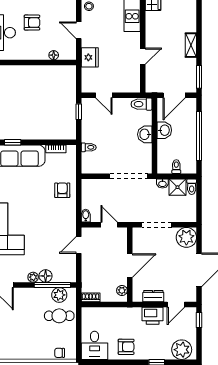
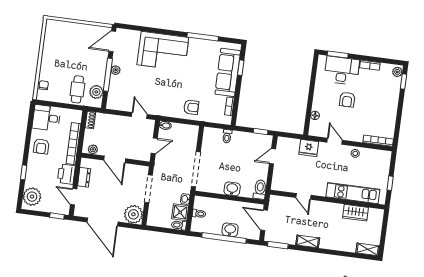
door: (79, 30) -> (335, 141), hinge flipped
washbasin: (164, 130) -> (230, 230), moved, turned 180
floor lamp: (46, 276) -> (115, 82), removed
window: (52, 285) -> (108, 75), moved
bookcase: (118, 312) -> (73, 144), added

